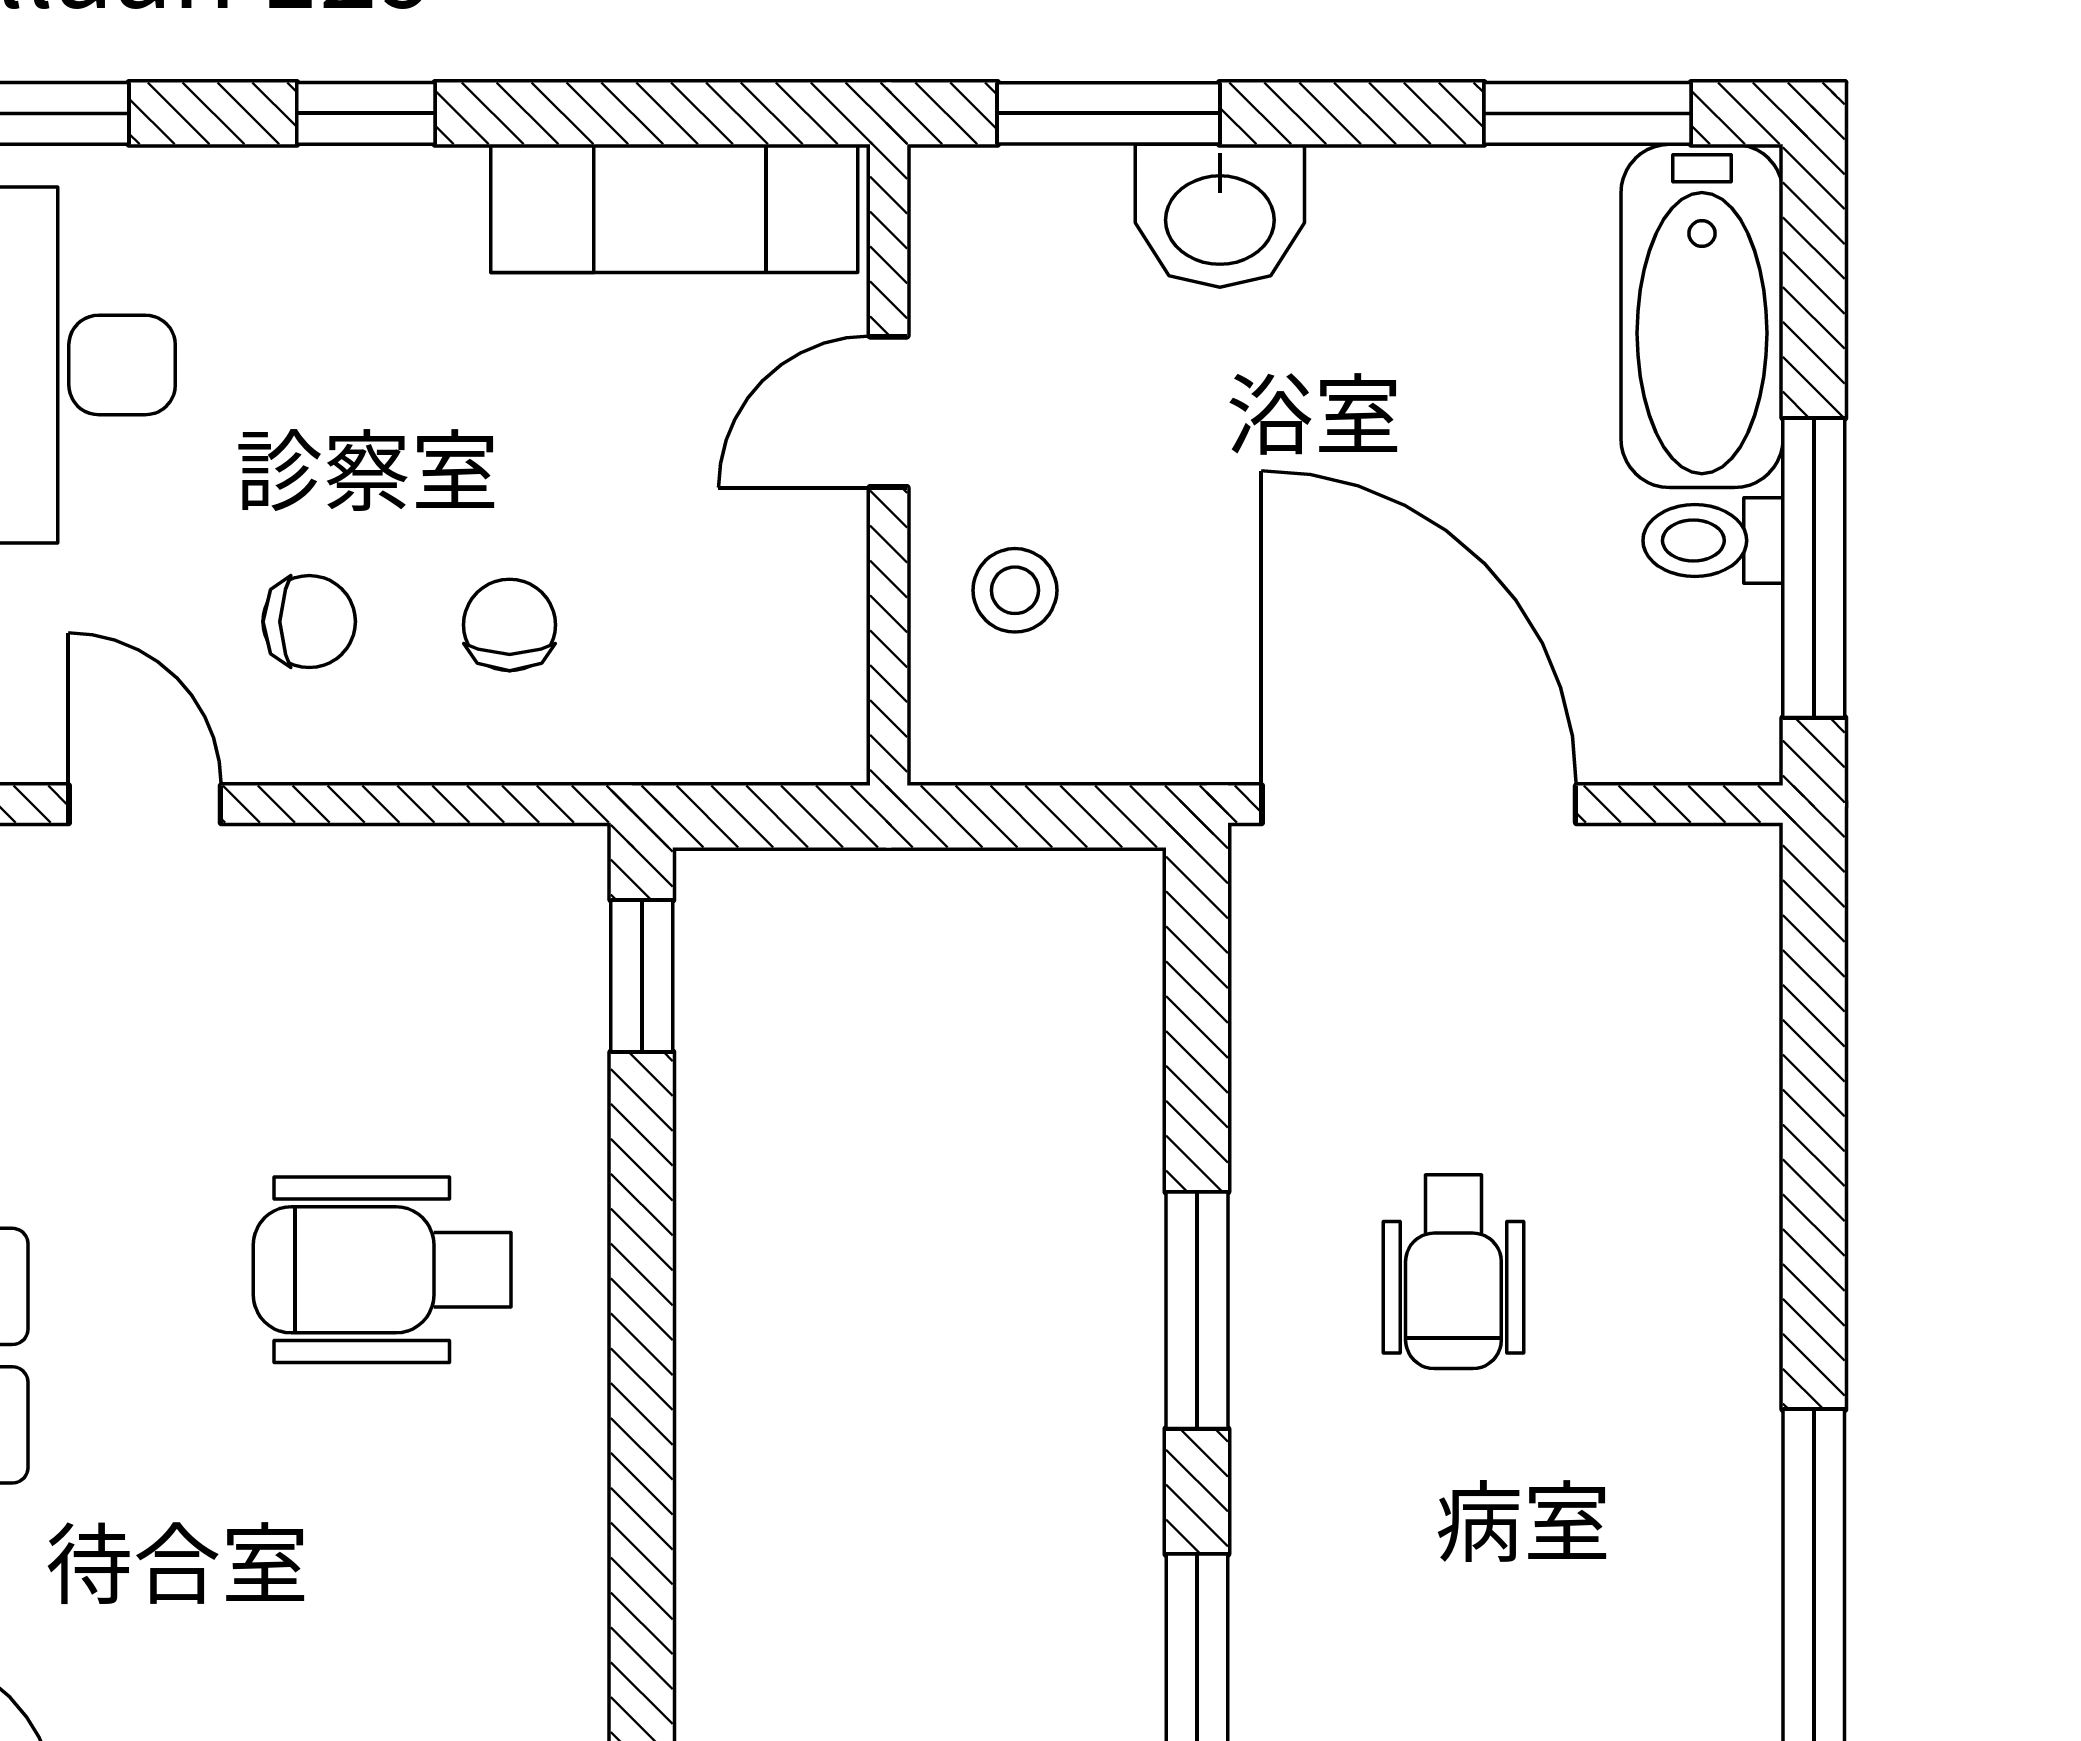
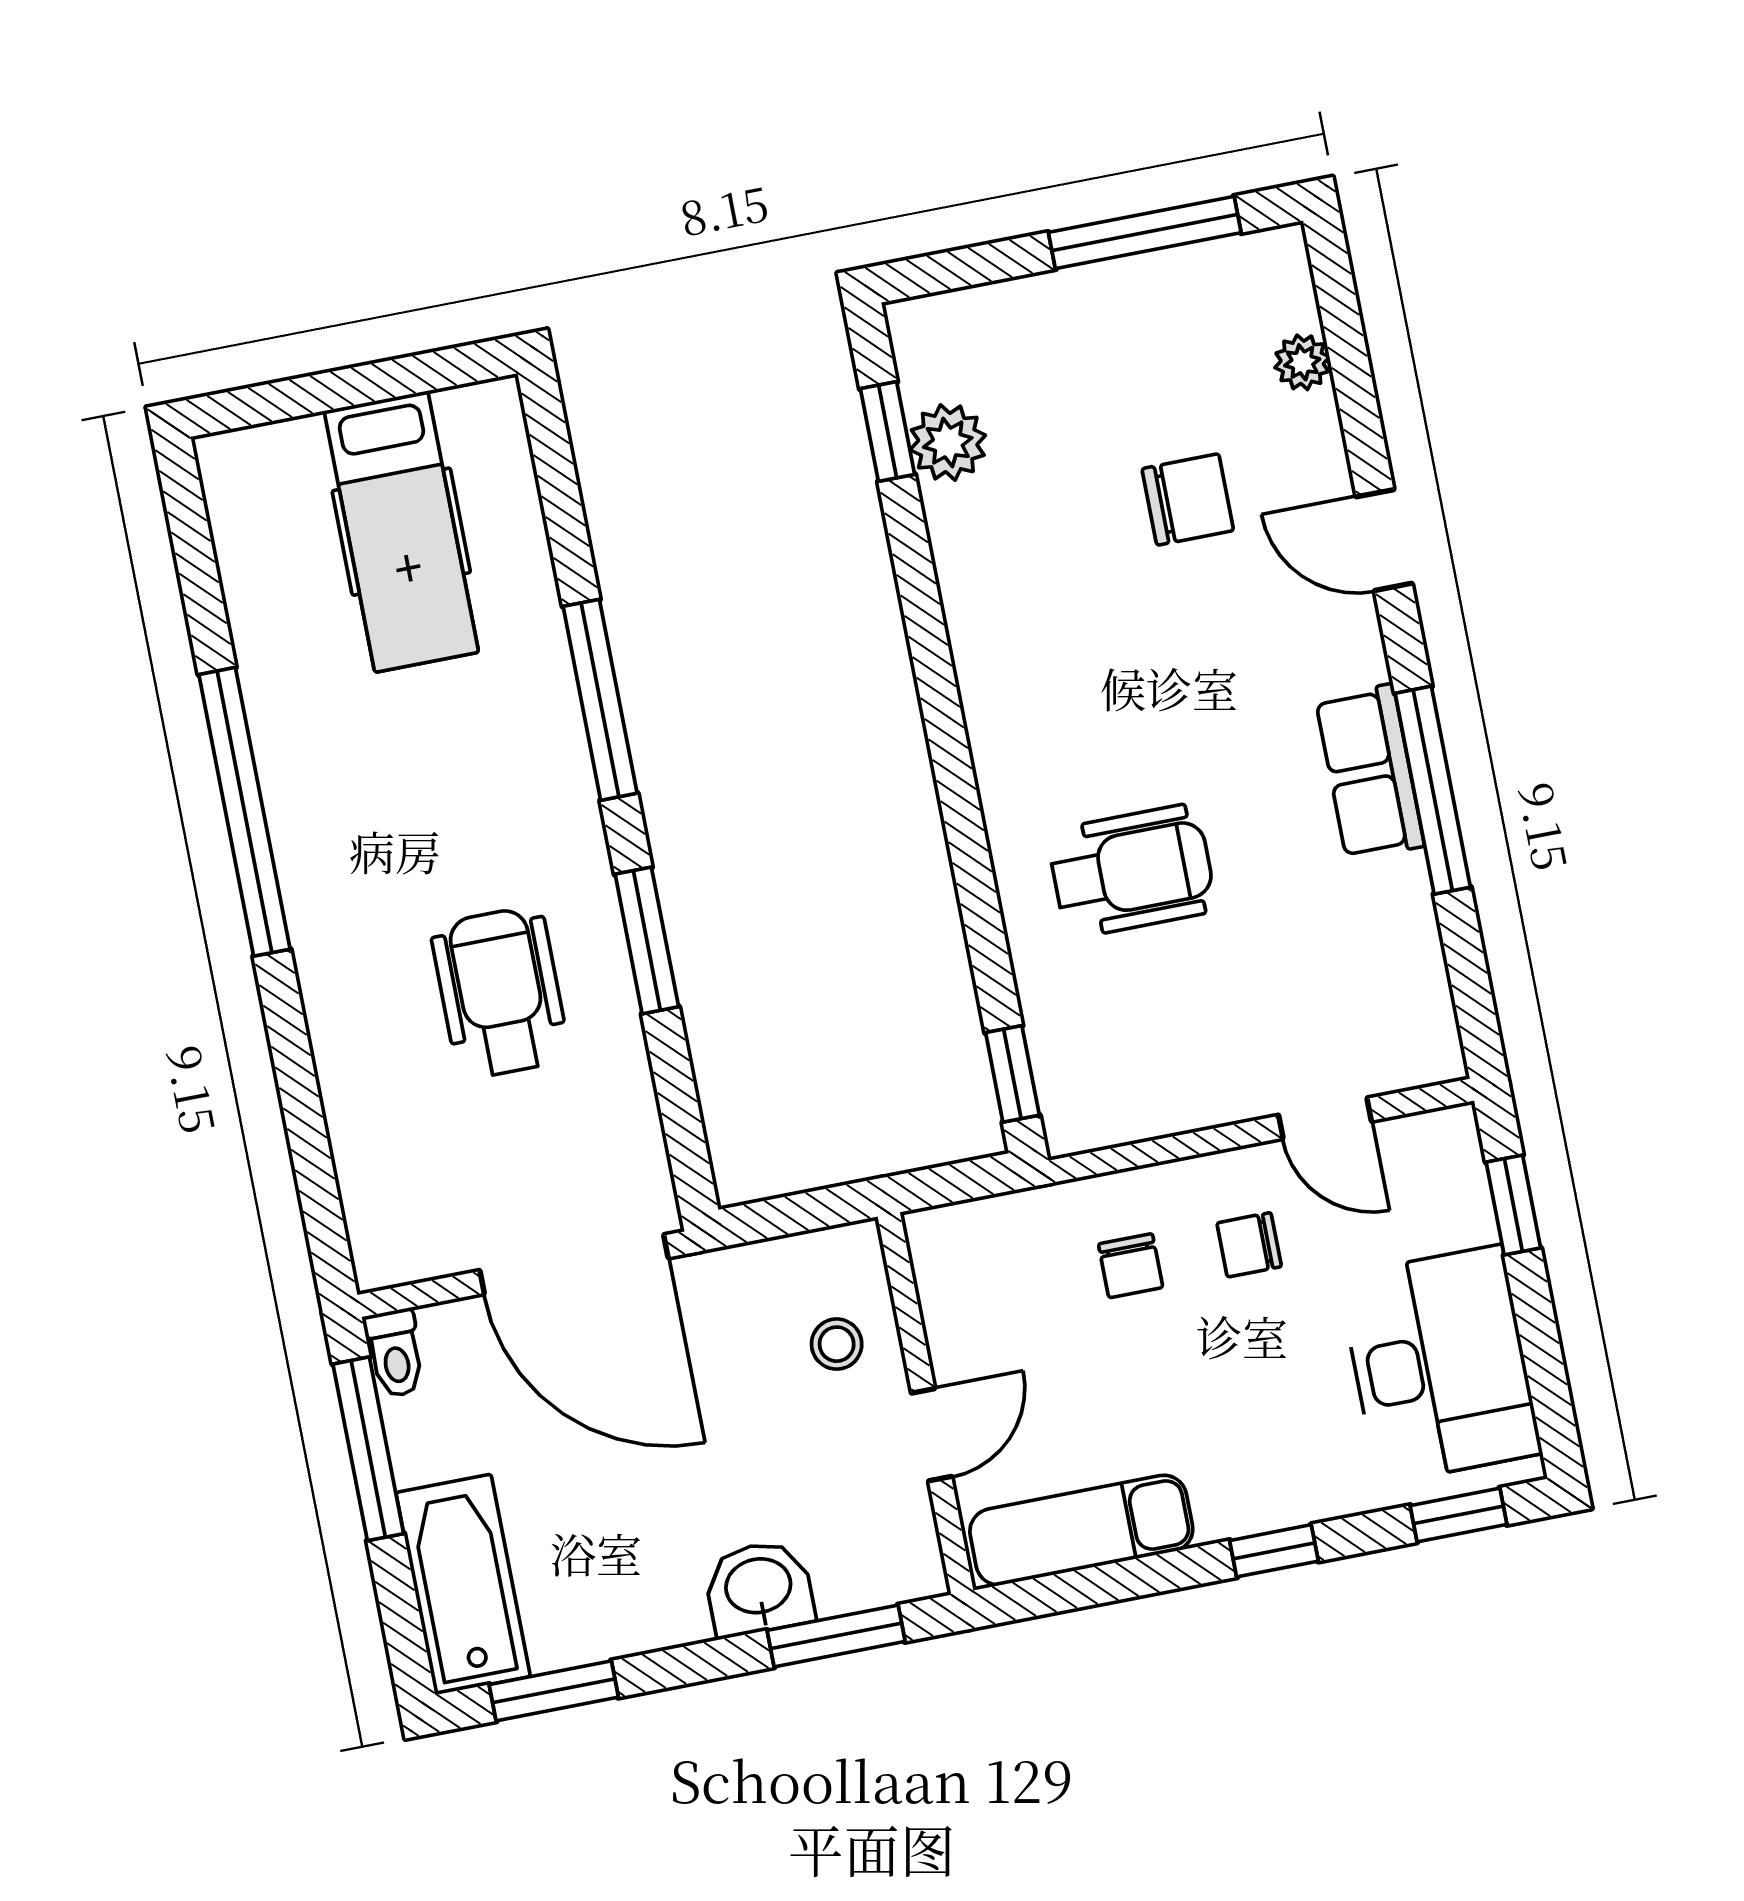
toilet: (1713, 541) -> (395, 1353), moved, turned 90
wheelchair: (1453, 1272) -> (500, 993), width x1.36, depth x1.37

